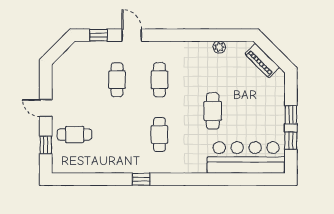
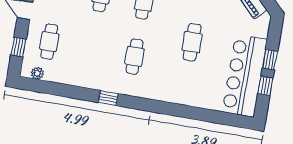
cafe table: (75, 135) -> (49, 42), turned 90
bar counter: (246, 157) -> (245, 76), moved, turned -90
plant: (68, 167) -> (37, 73), added

